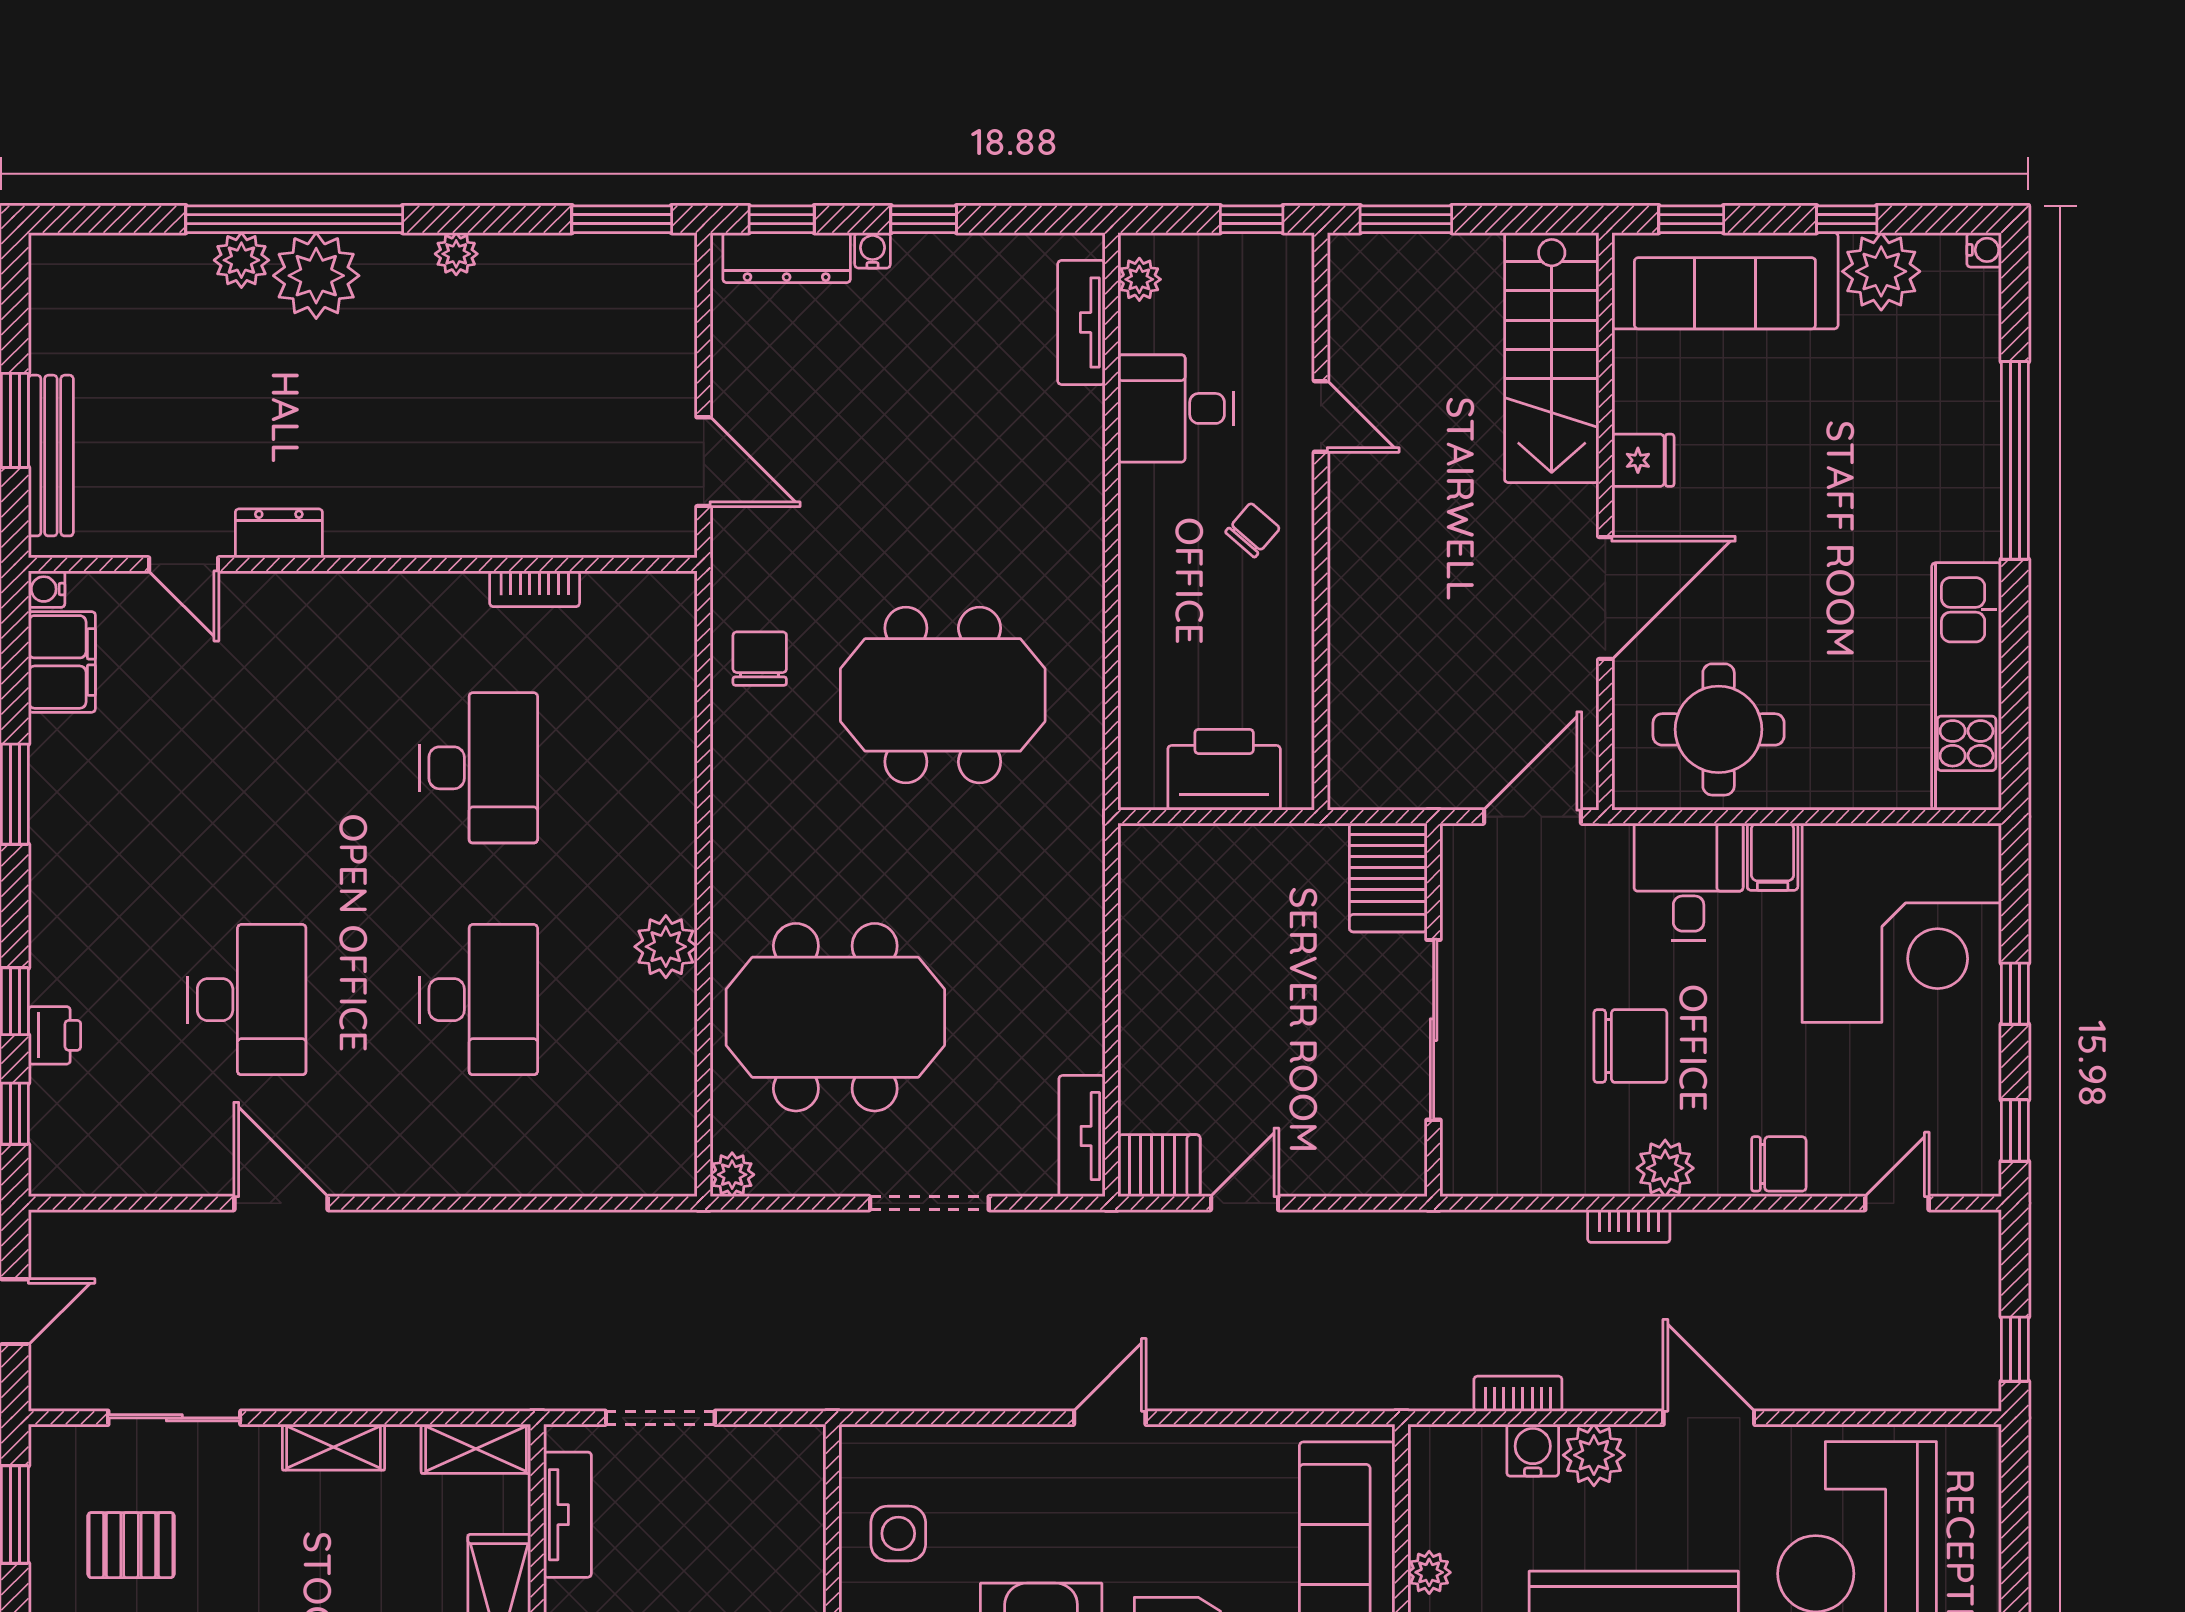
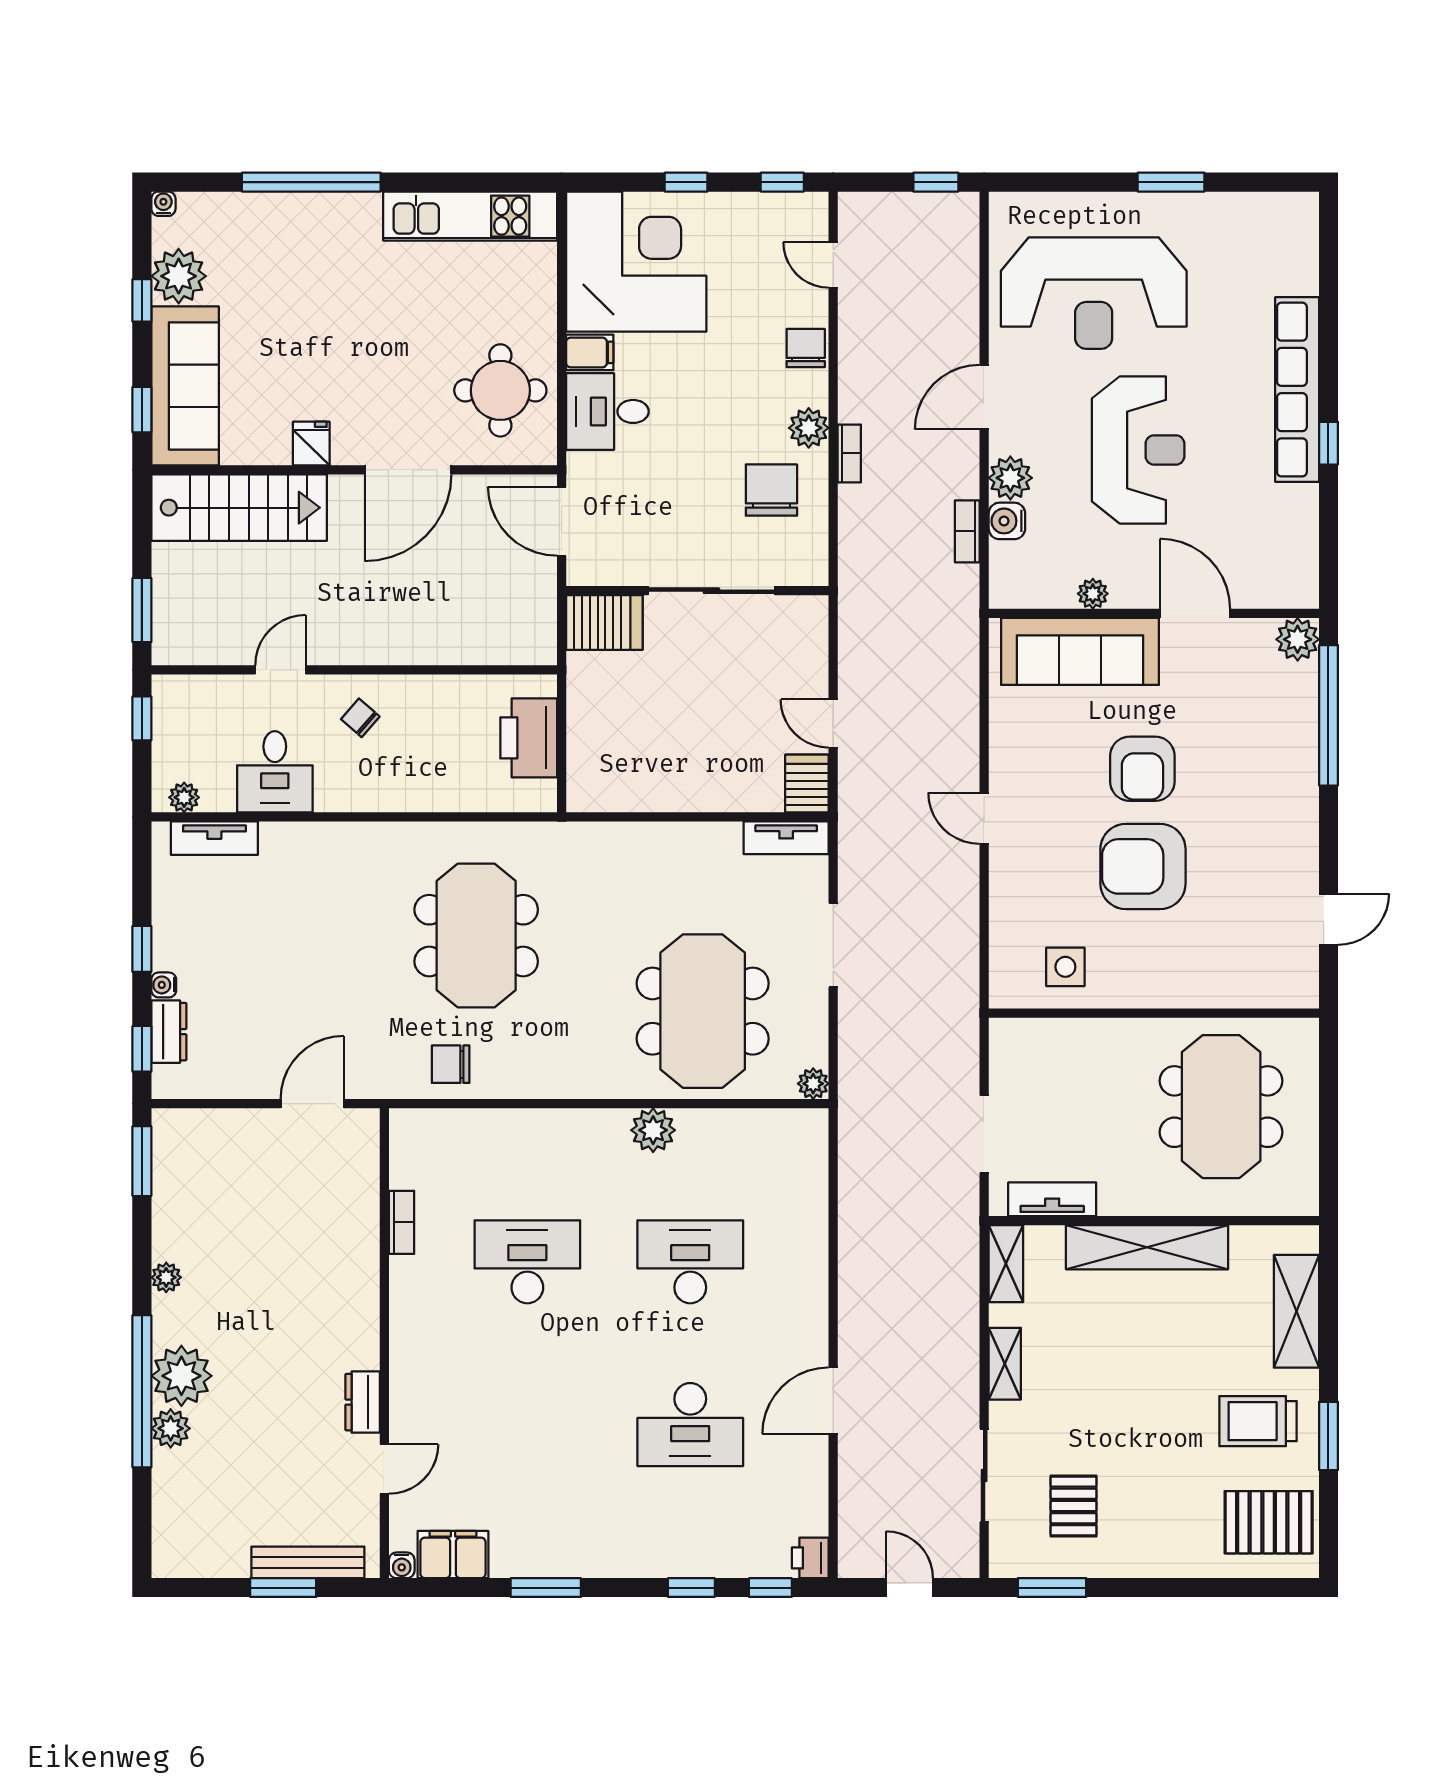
dresser: (787, 258) -> (169, 1032), width x0.70
door: (1605, 598) -> (408, 470), swing flipped
desk: (247, 1000) -> (690, 1425), turned 180
printer: (55, 1035) -> (810, 1558), moved, turned -90
chair: (1630, 1046) -> (771, 490), moved

